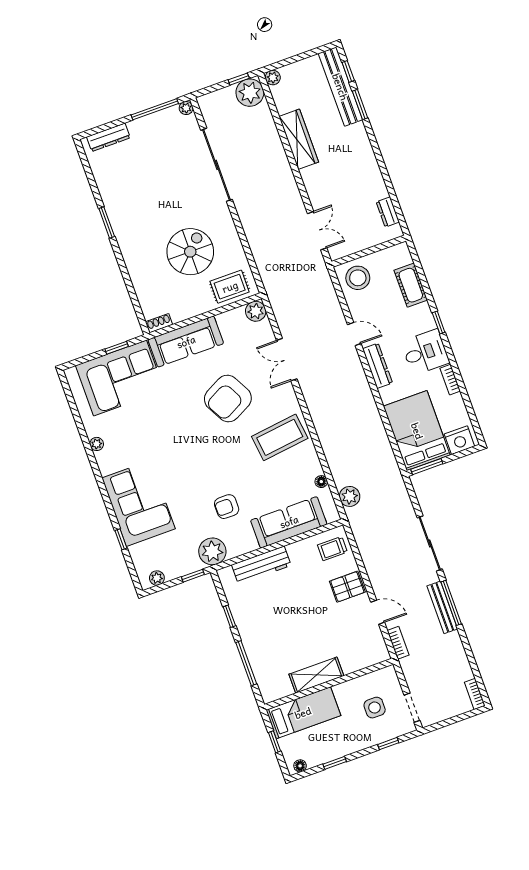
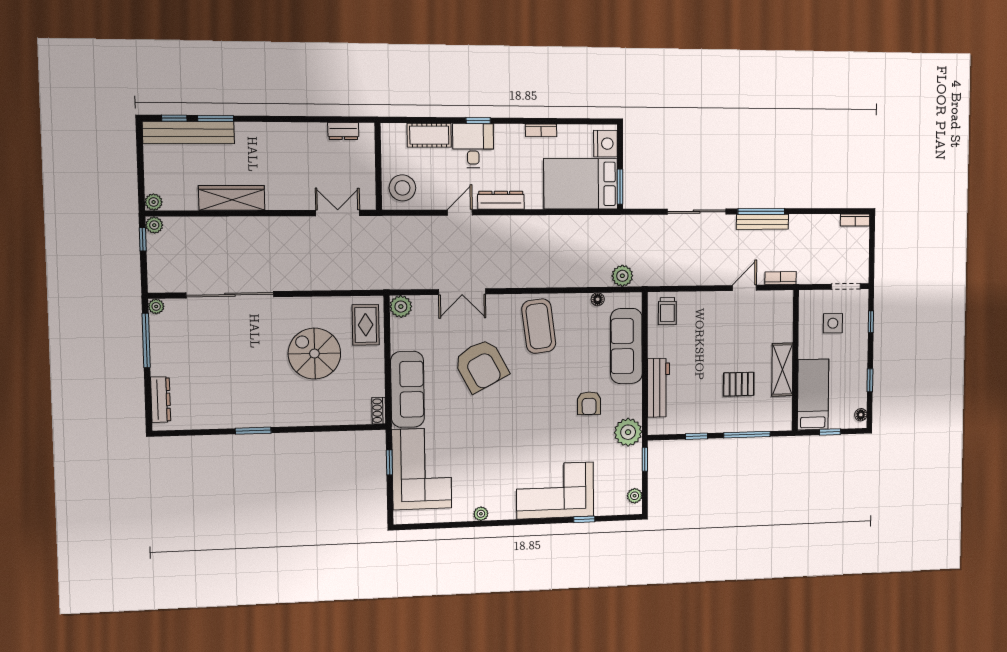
plant: (250, 93) -> (154, 225), width x0.53, depth x0.53
desk: (425, 352) -> (473, 146), moved
pallet: (347, 587) -> (739, 384), moved, turned 90

